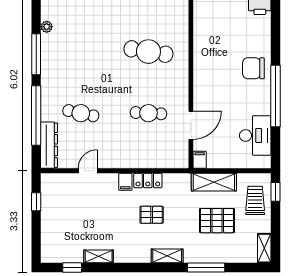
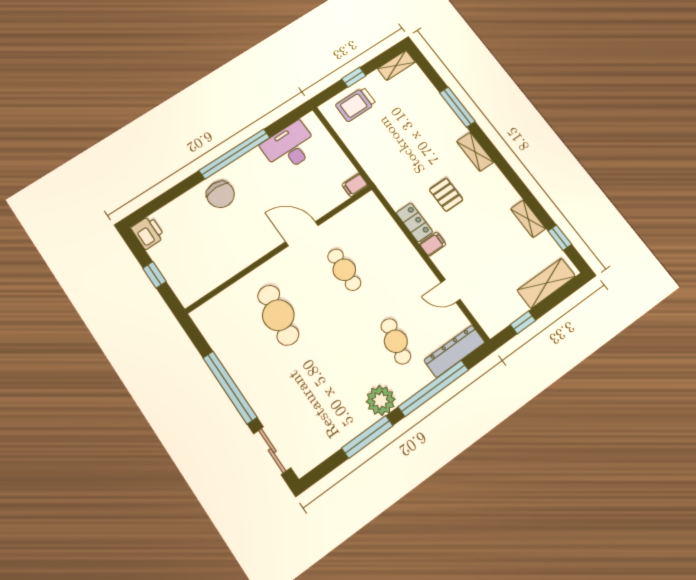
plant: (47, 27) -> (381, 400), moved, width x1.87, depth x1.87
door: (191, 125) -> (302, 234), moved
shelving: (214, 182) -> (546, 283), moved, turned 90
window: (275, 192) -> (354, 77), moved
pallet: (217, 221) -> (403, 127), removed

